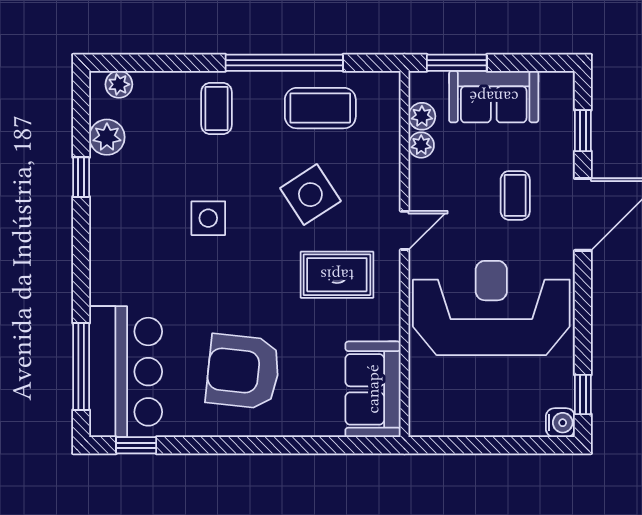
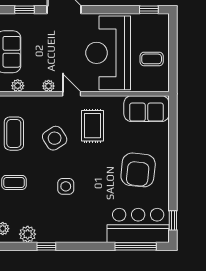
plant: (421, 145) -> (48, 86), moved
coffee table: (515, 195) -> (152, 59), moved
water cooler: (560, 423) -> (162, 20), removed

